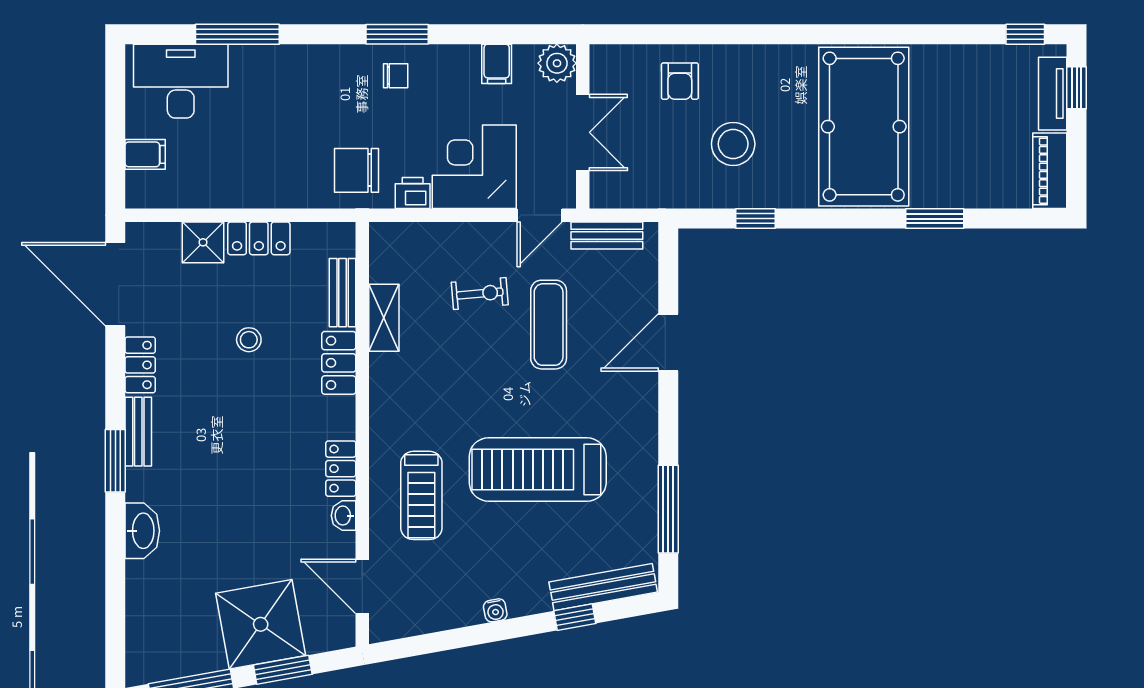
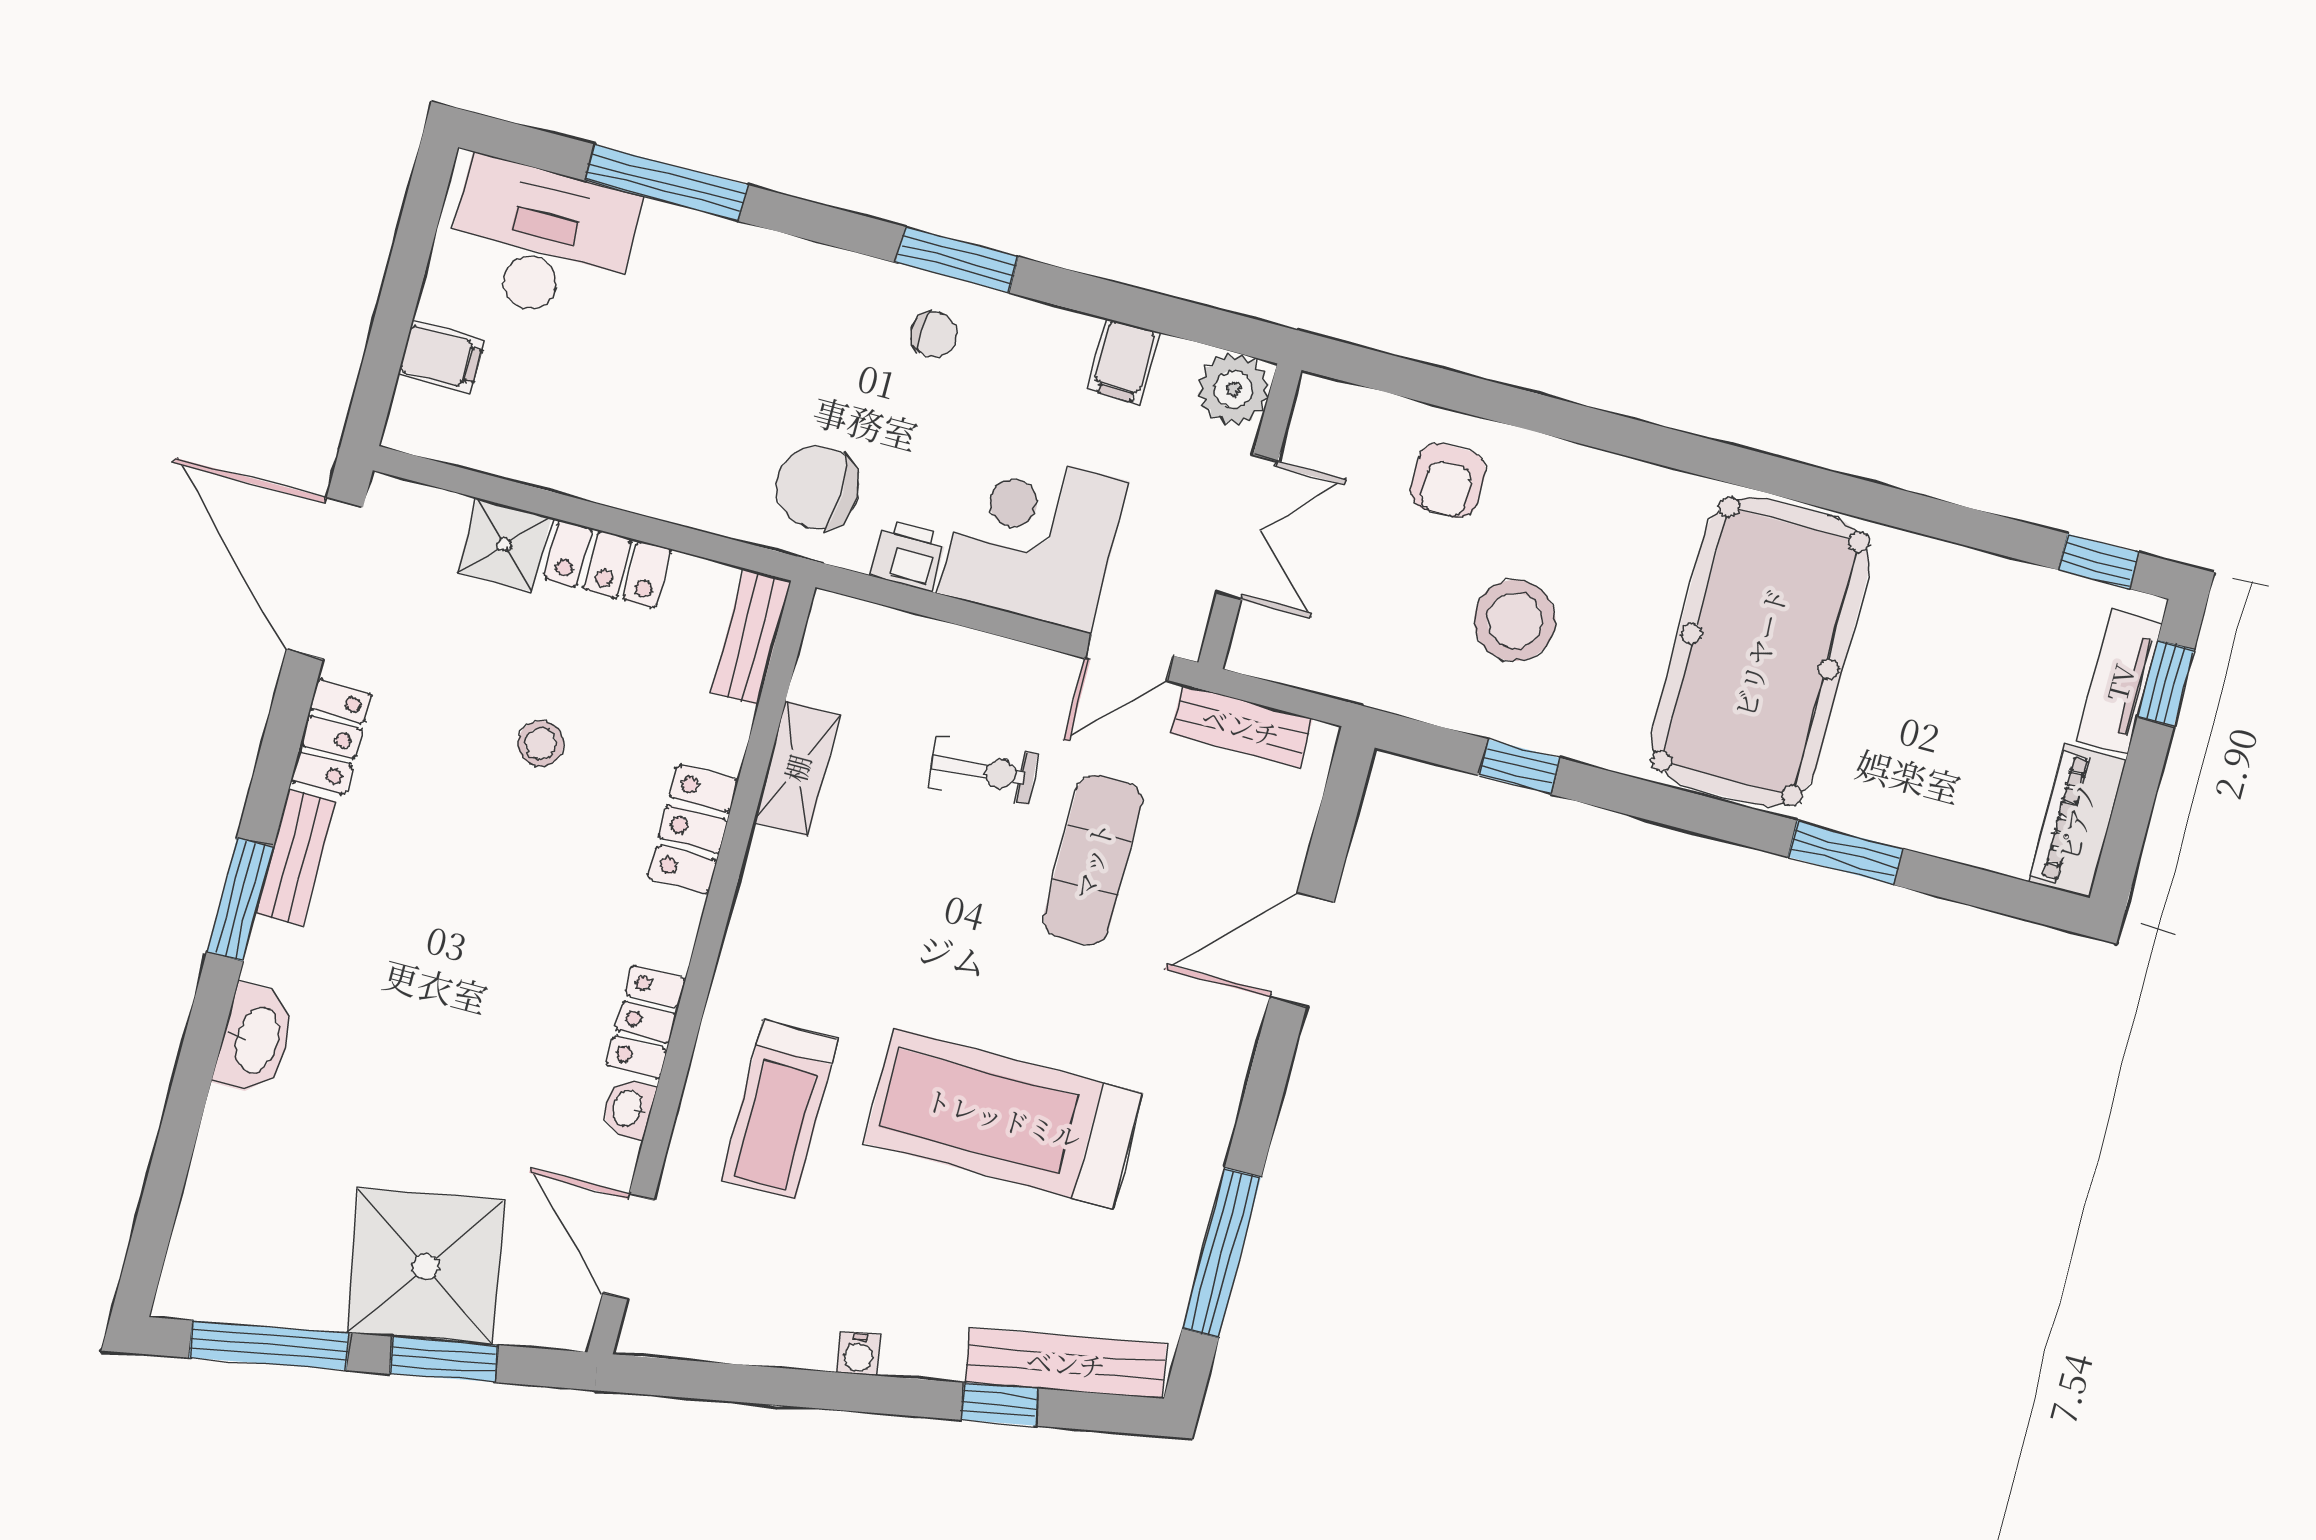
bench: (343, 293) -> (751, 637), moved

